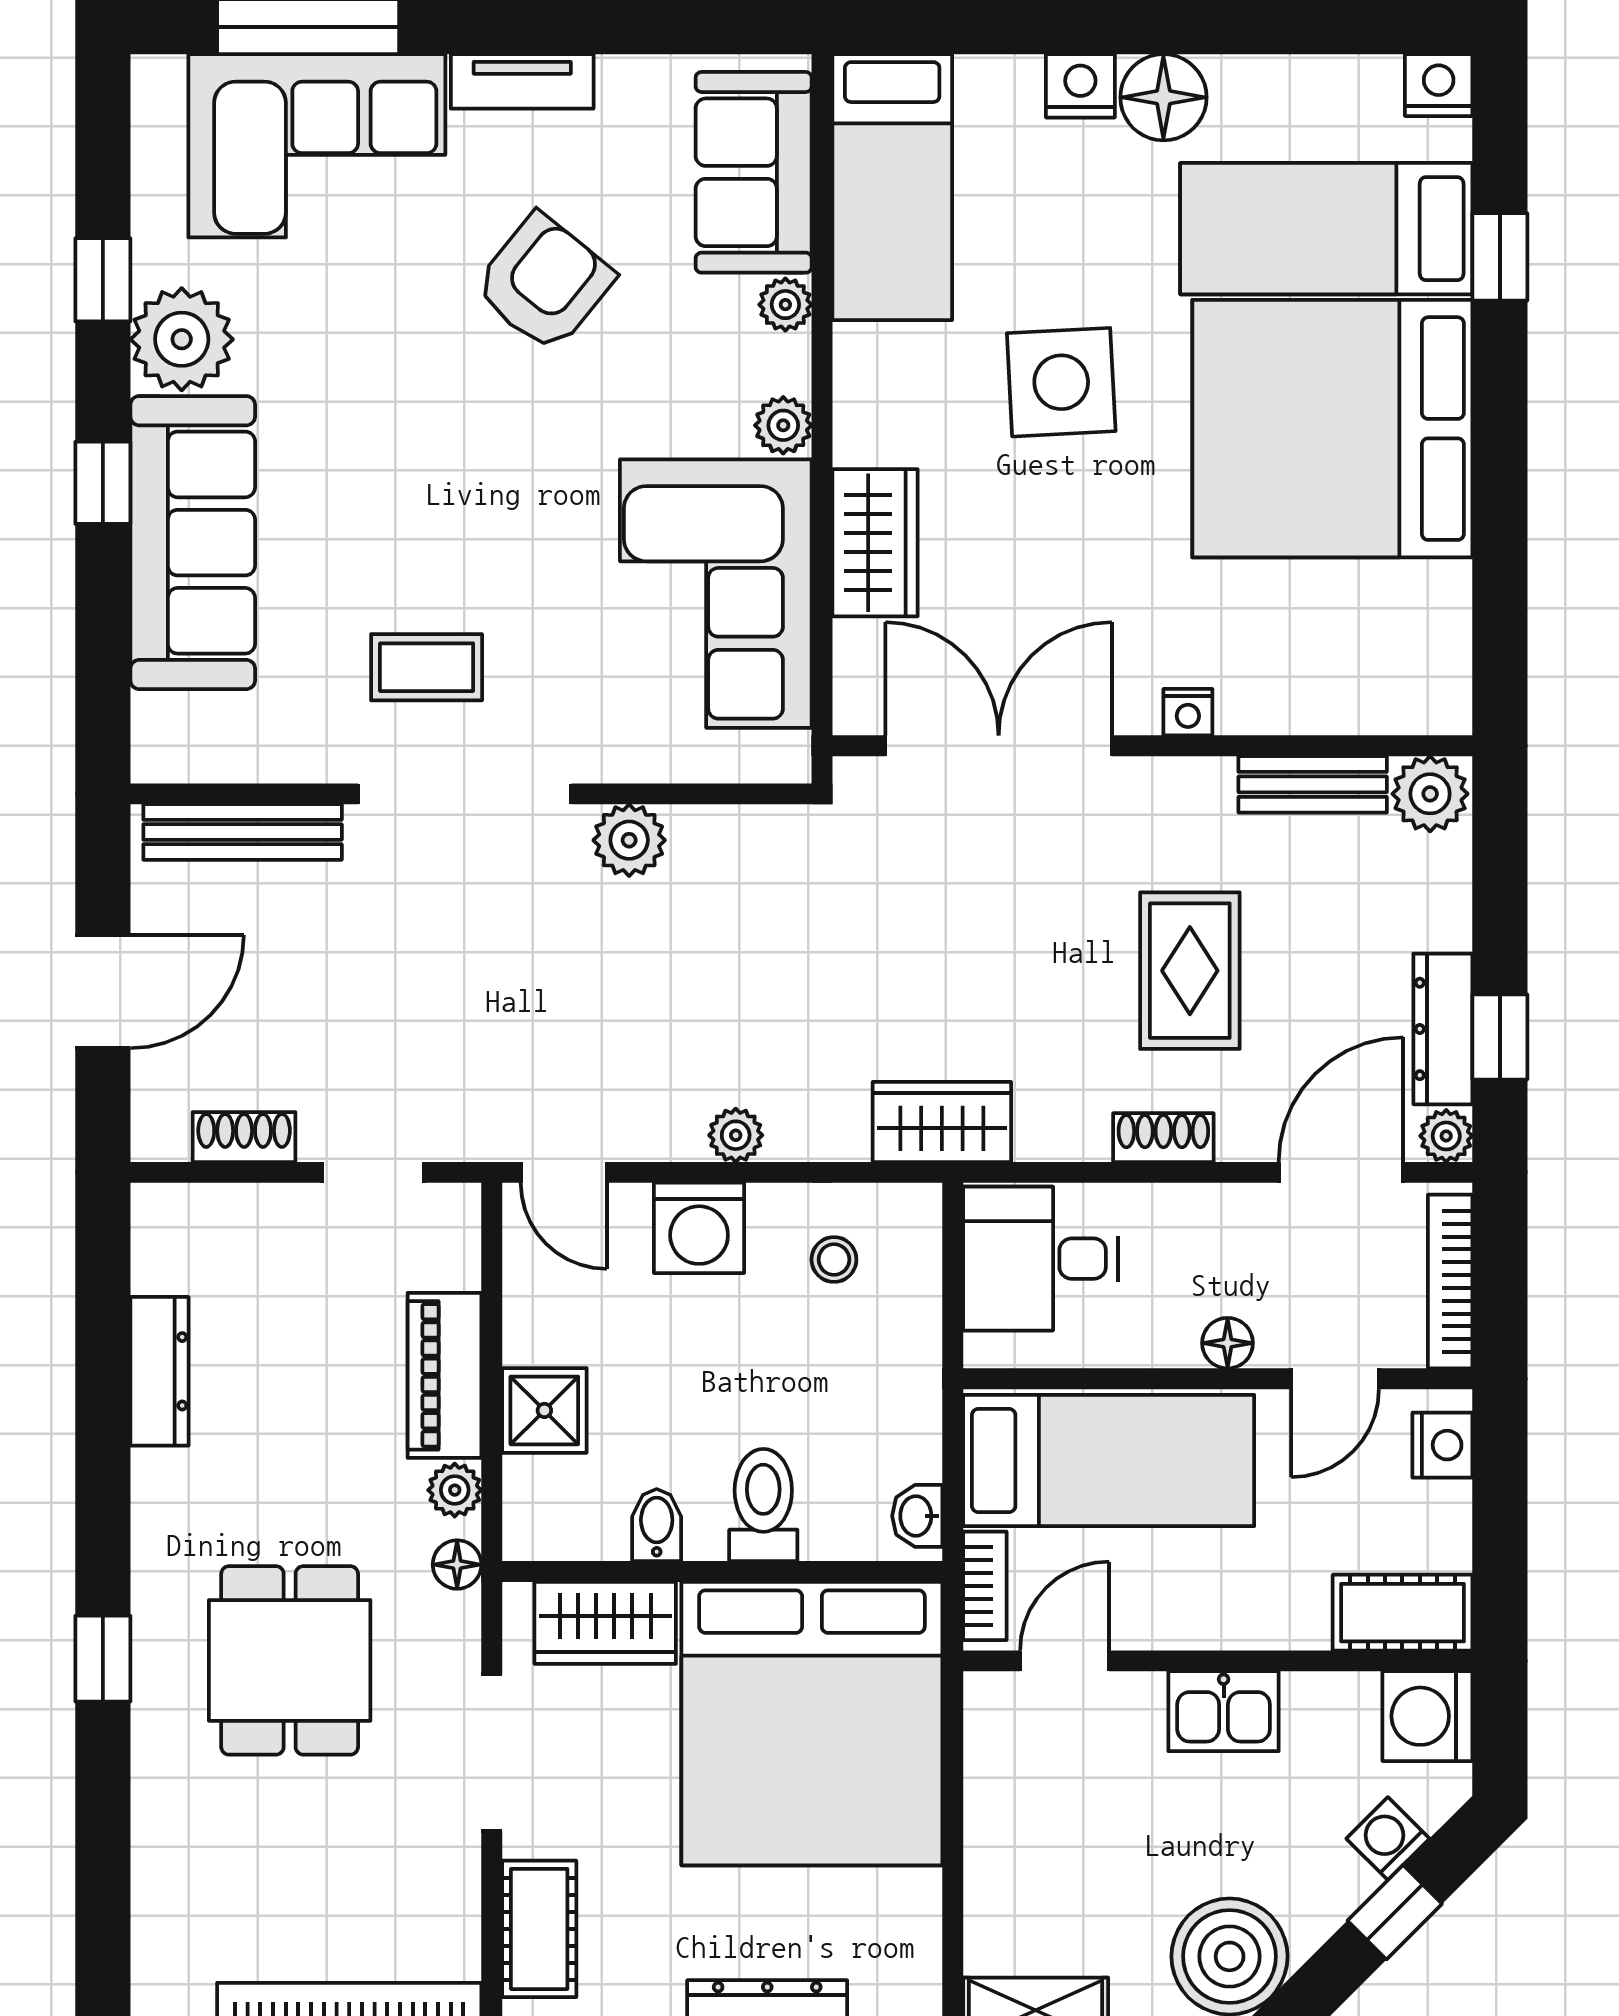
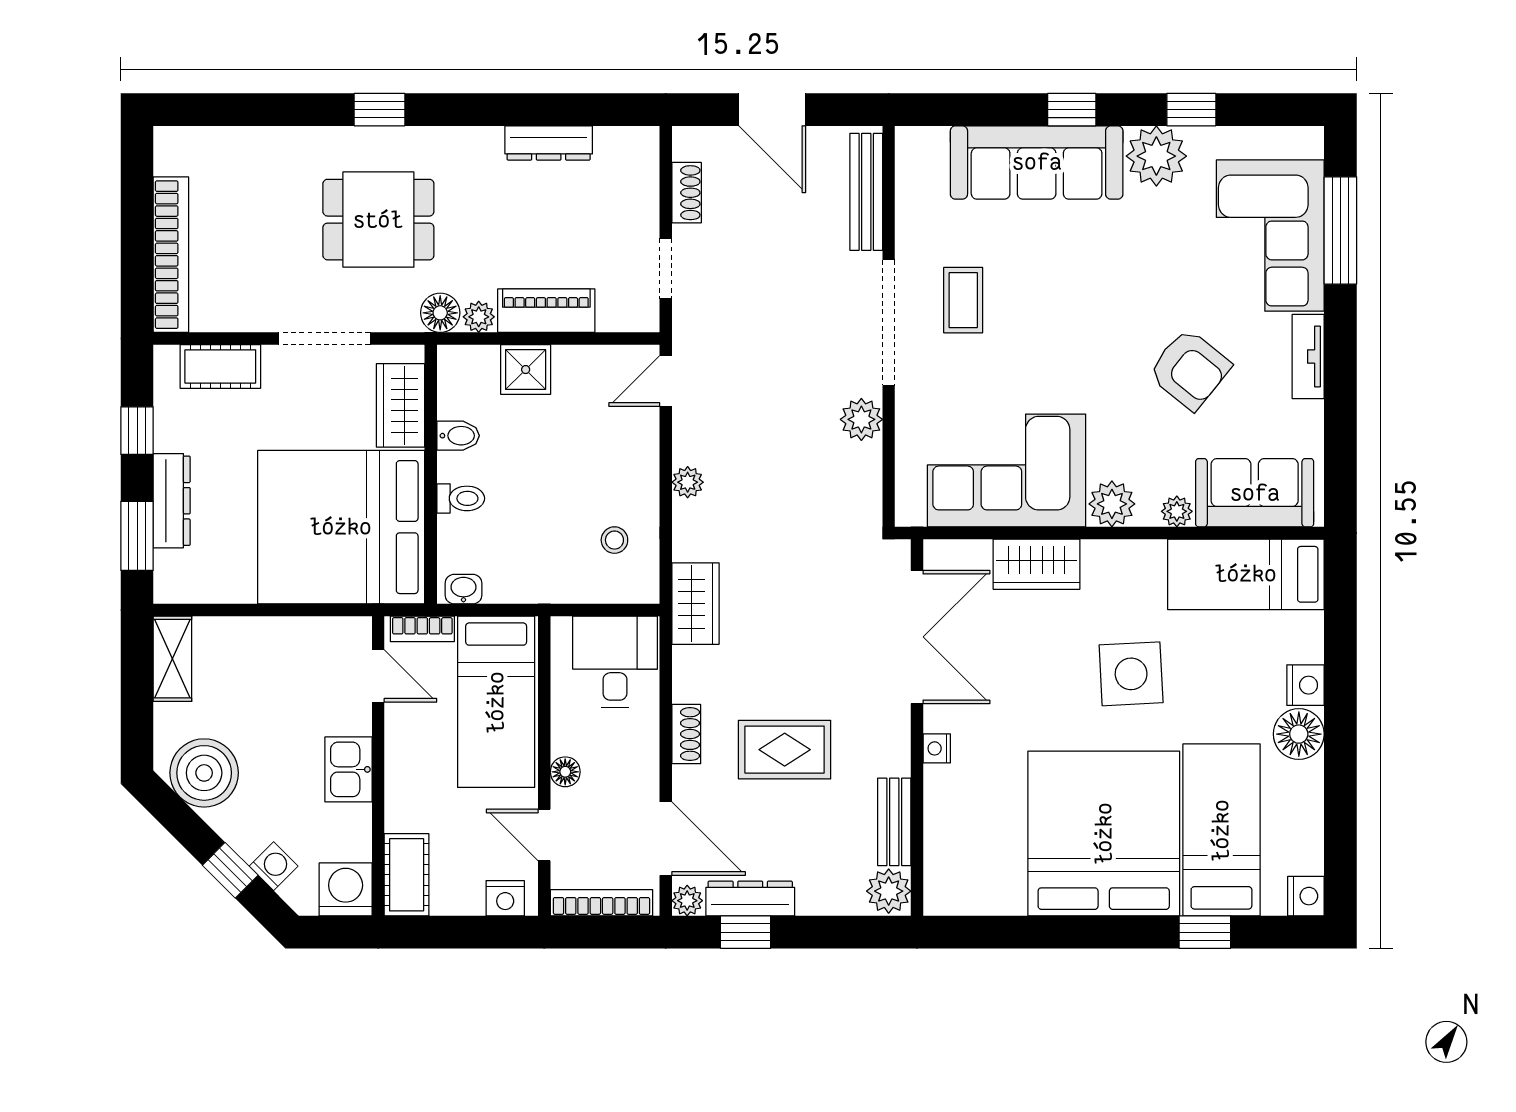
plant: (783, 425) -> (1112, 504), width x1.38, depth x1.38
washing machine: (699, 1228) -> (633, 461), removed
toilet: (763, 1505) -> (461, 498), width x0.73, depth x0.72
floor lamp: (457, 1565) -> (440, 313), width x1.37, depth x1.37

